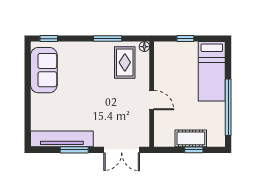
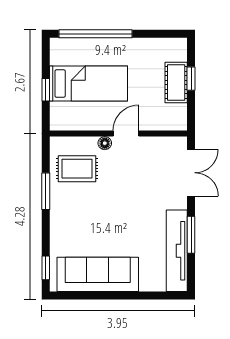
floor lamp: (144, 47) -> (105, 143), moved
sofa: (44, 70) -> (98, 274), width x1.36
bed: (212, 71) -> (88, 84), moved
window: (228, 107) -> (95, 34), moved

